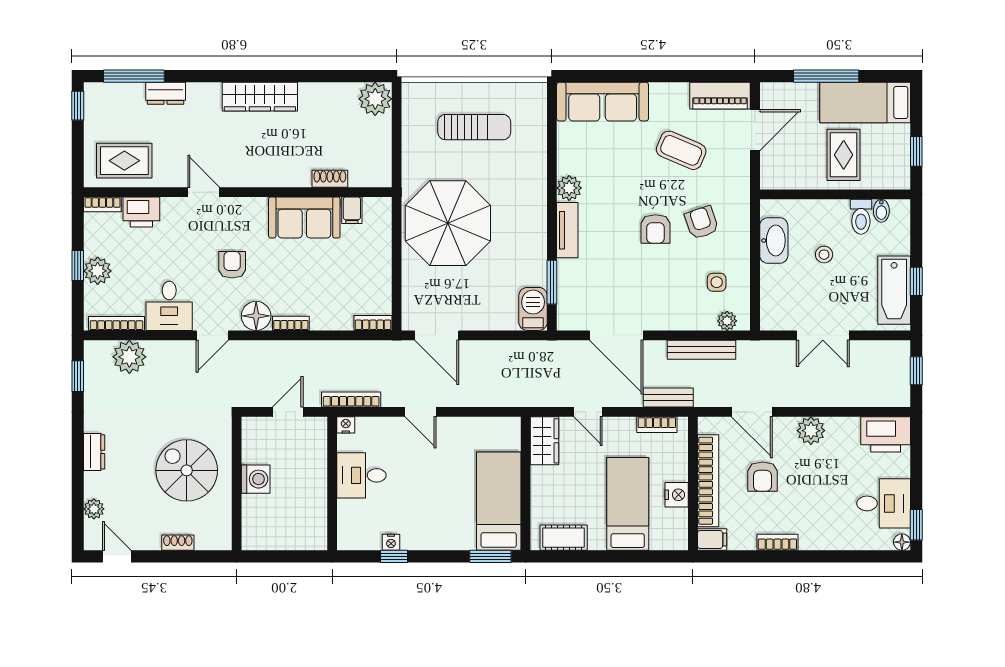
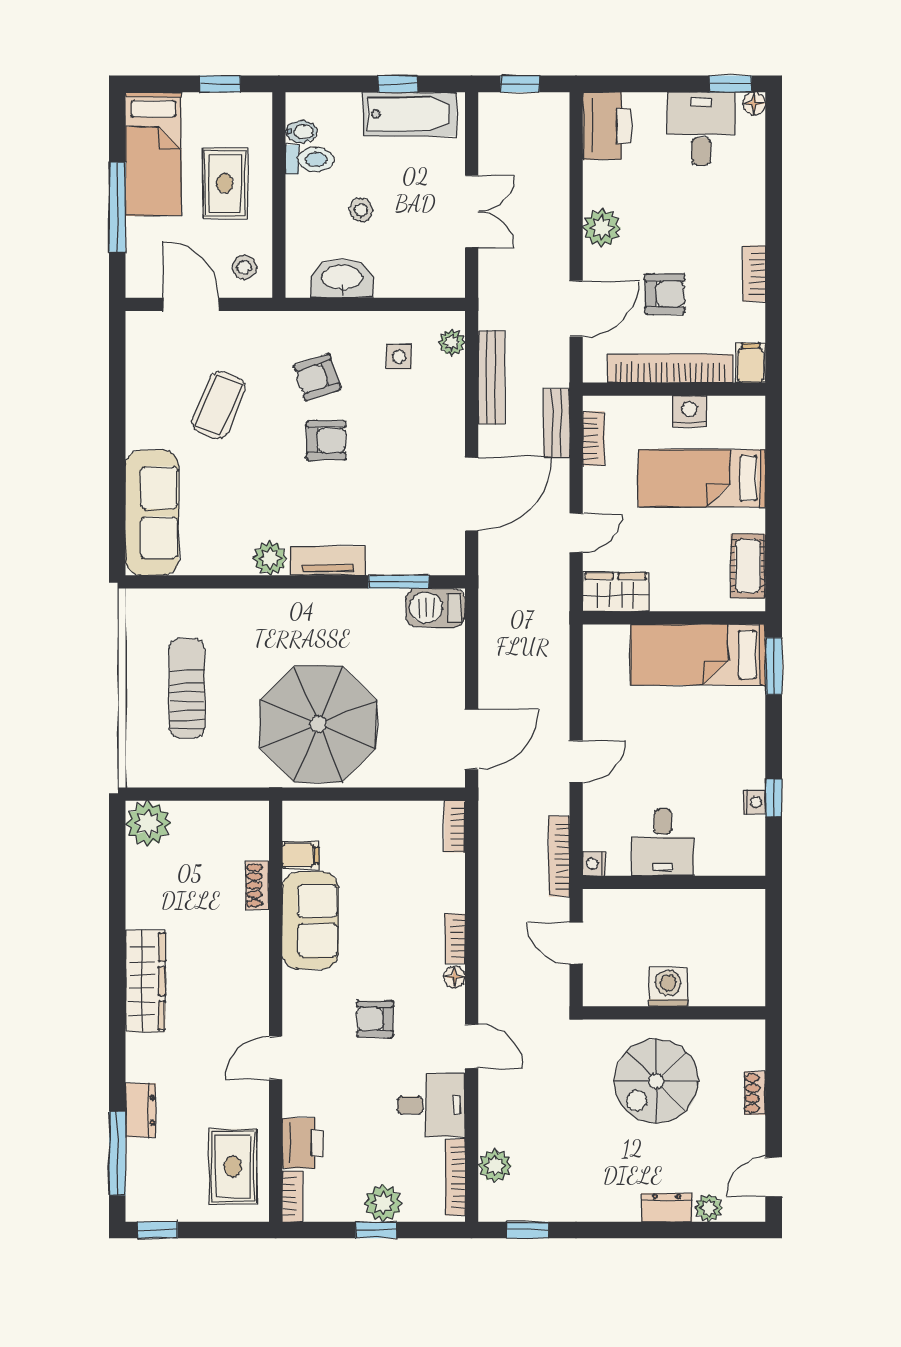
piano: (720, 96) -> (144, 352), removed
rug: (844, 155) -> (225, 183), turned 90
stool: (782, 169) -> (244, 267), added
floor lamp: (256, 316) -> (454, 977), width x0.53, depth x0.53
plant: (129, 357) -> (495, 1166), width x0.73, depth x0.73
dresser: (94, 452) -> (667, 1208), moved

